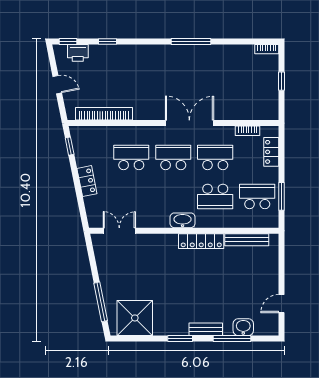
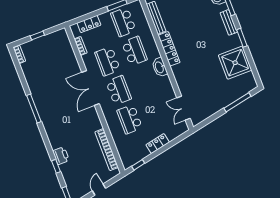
printer: (78, 53) -> (61, 156), moved
school desk: (173, 157) -> (119, 90), turned 180
shower: (135, 318) -> (235, 63), moved

